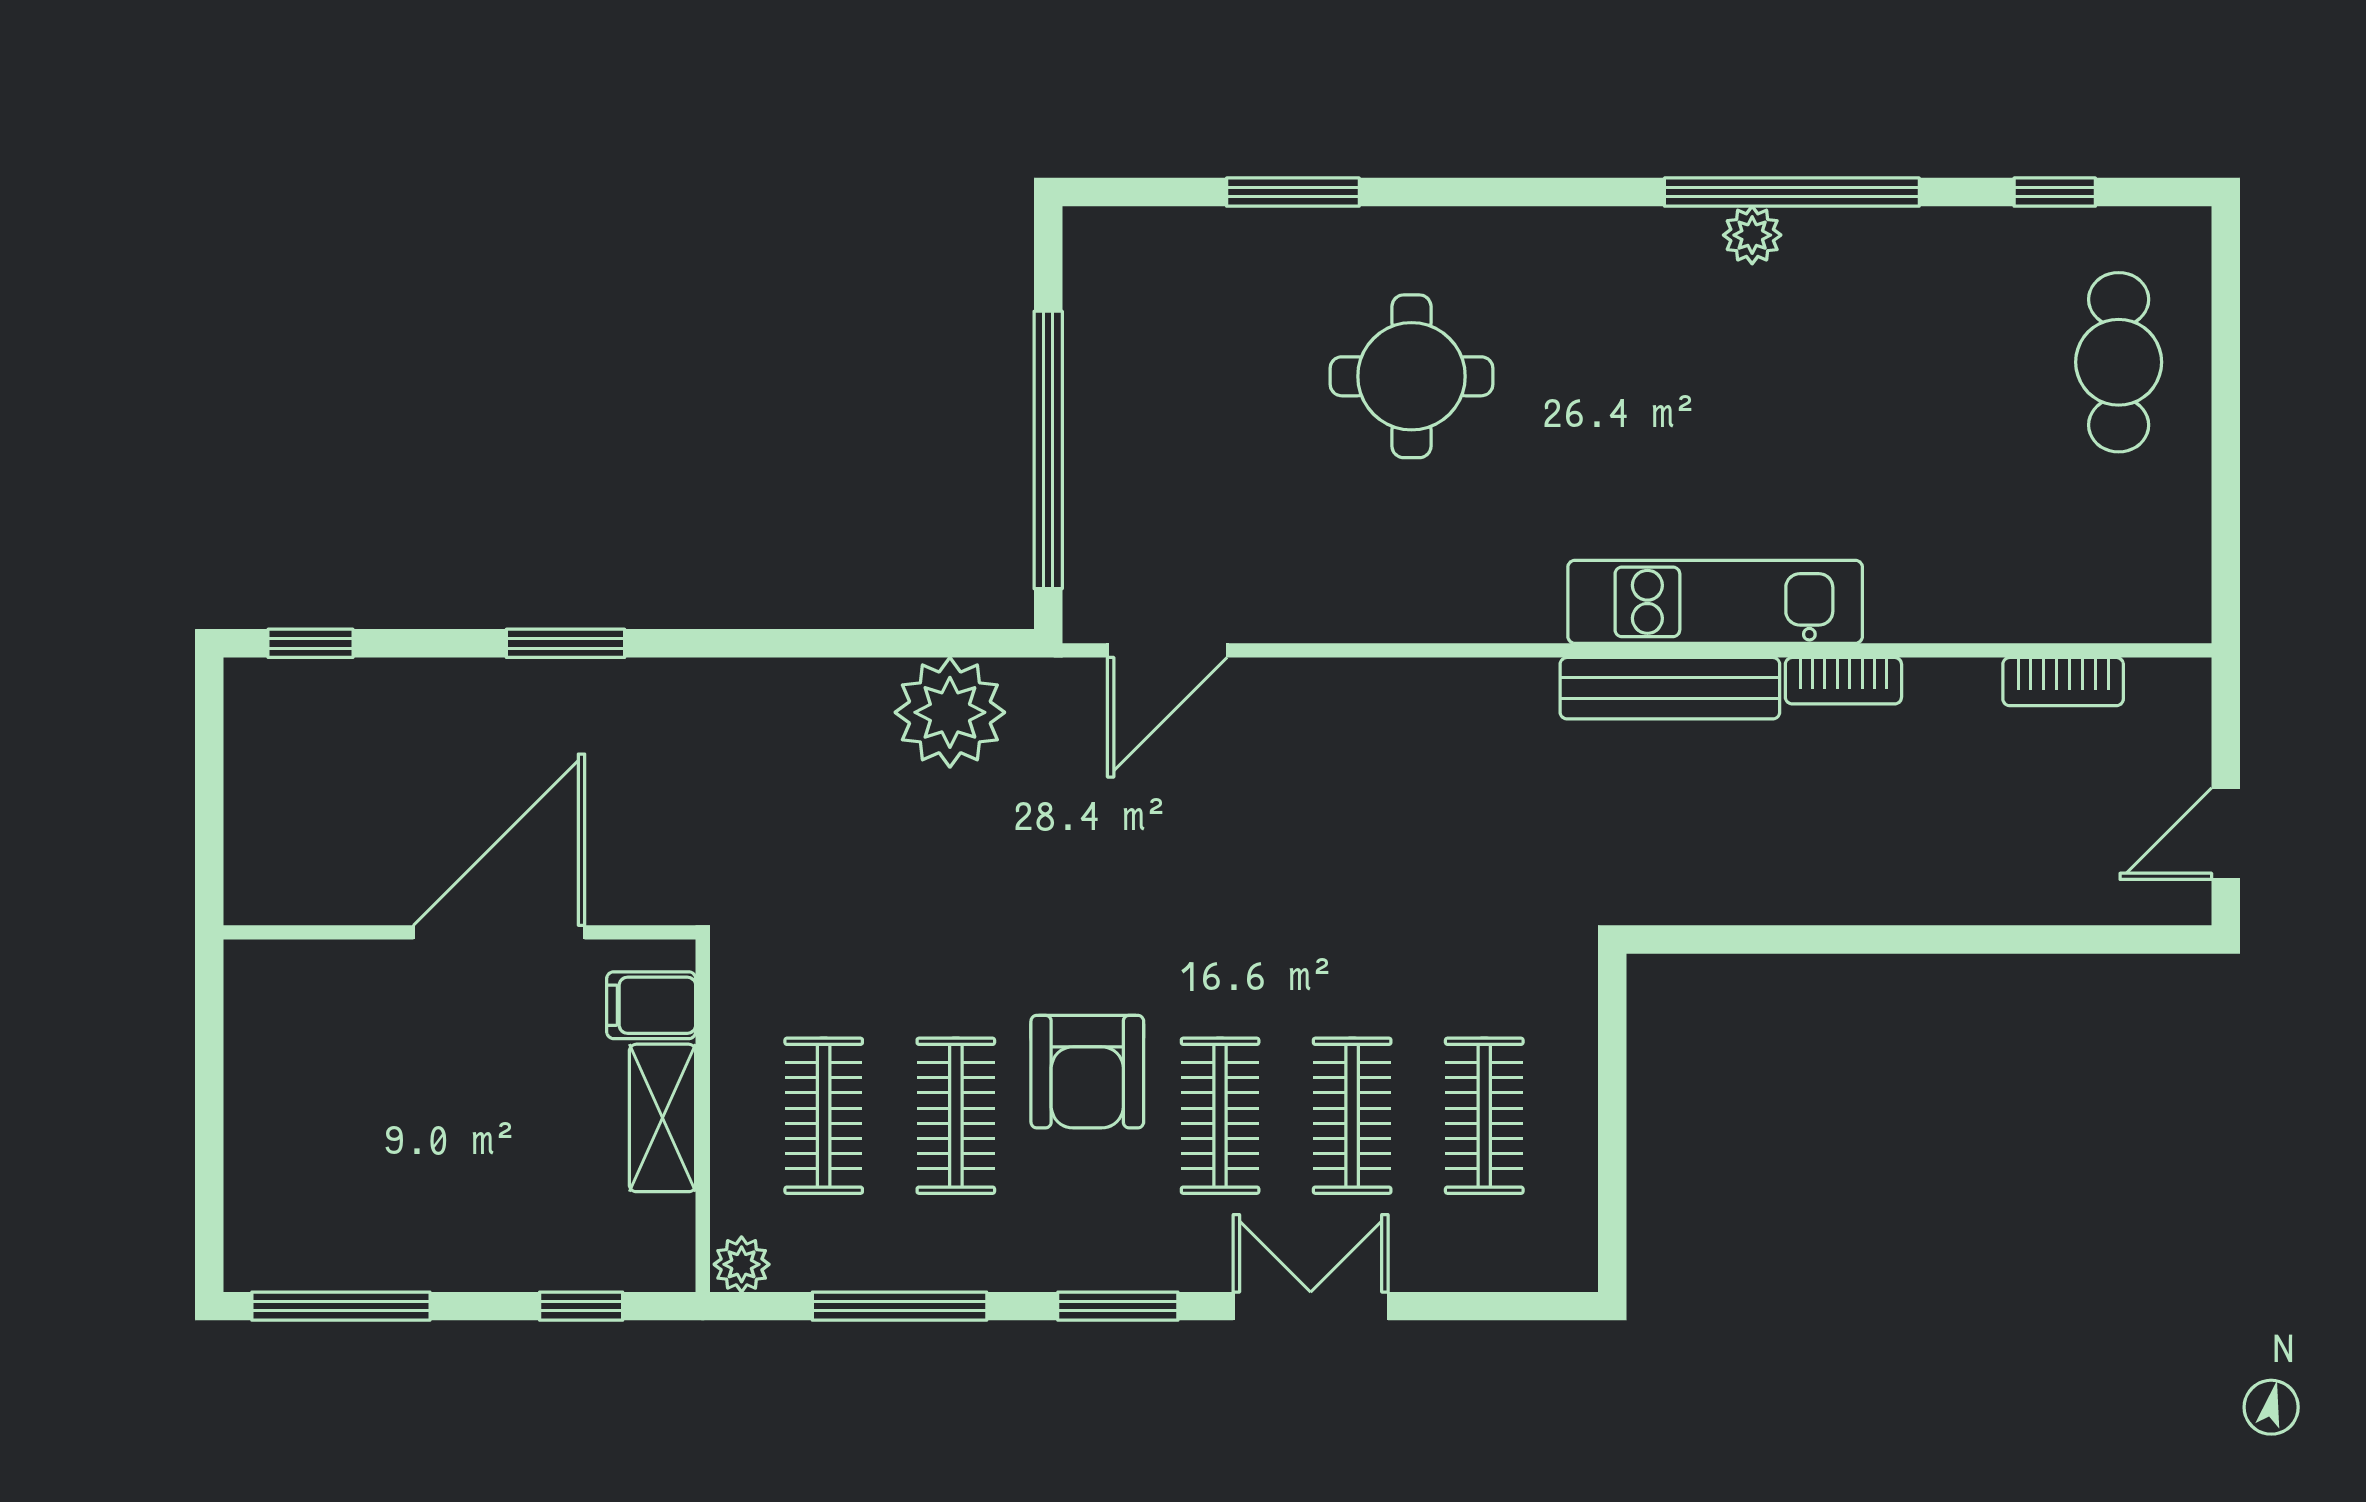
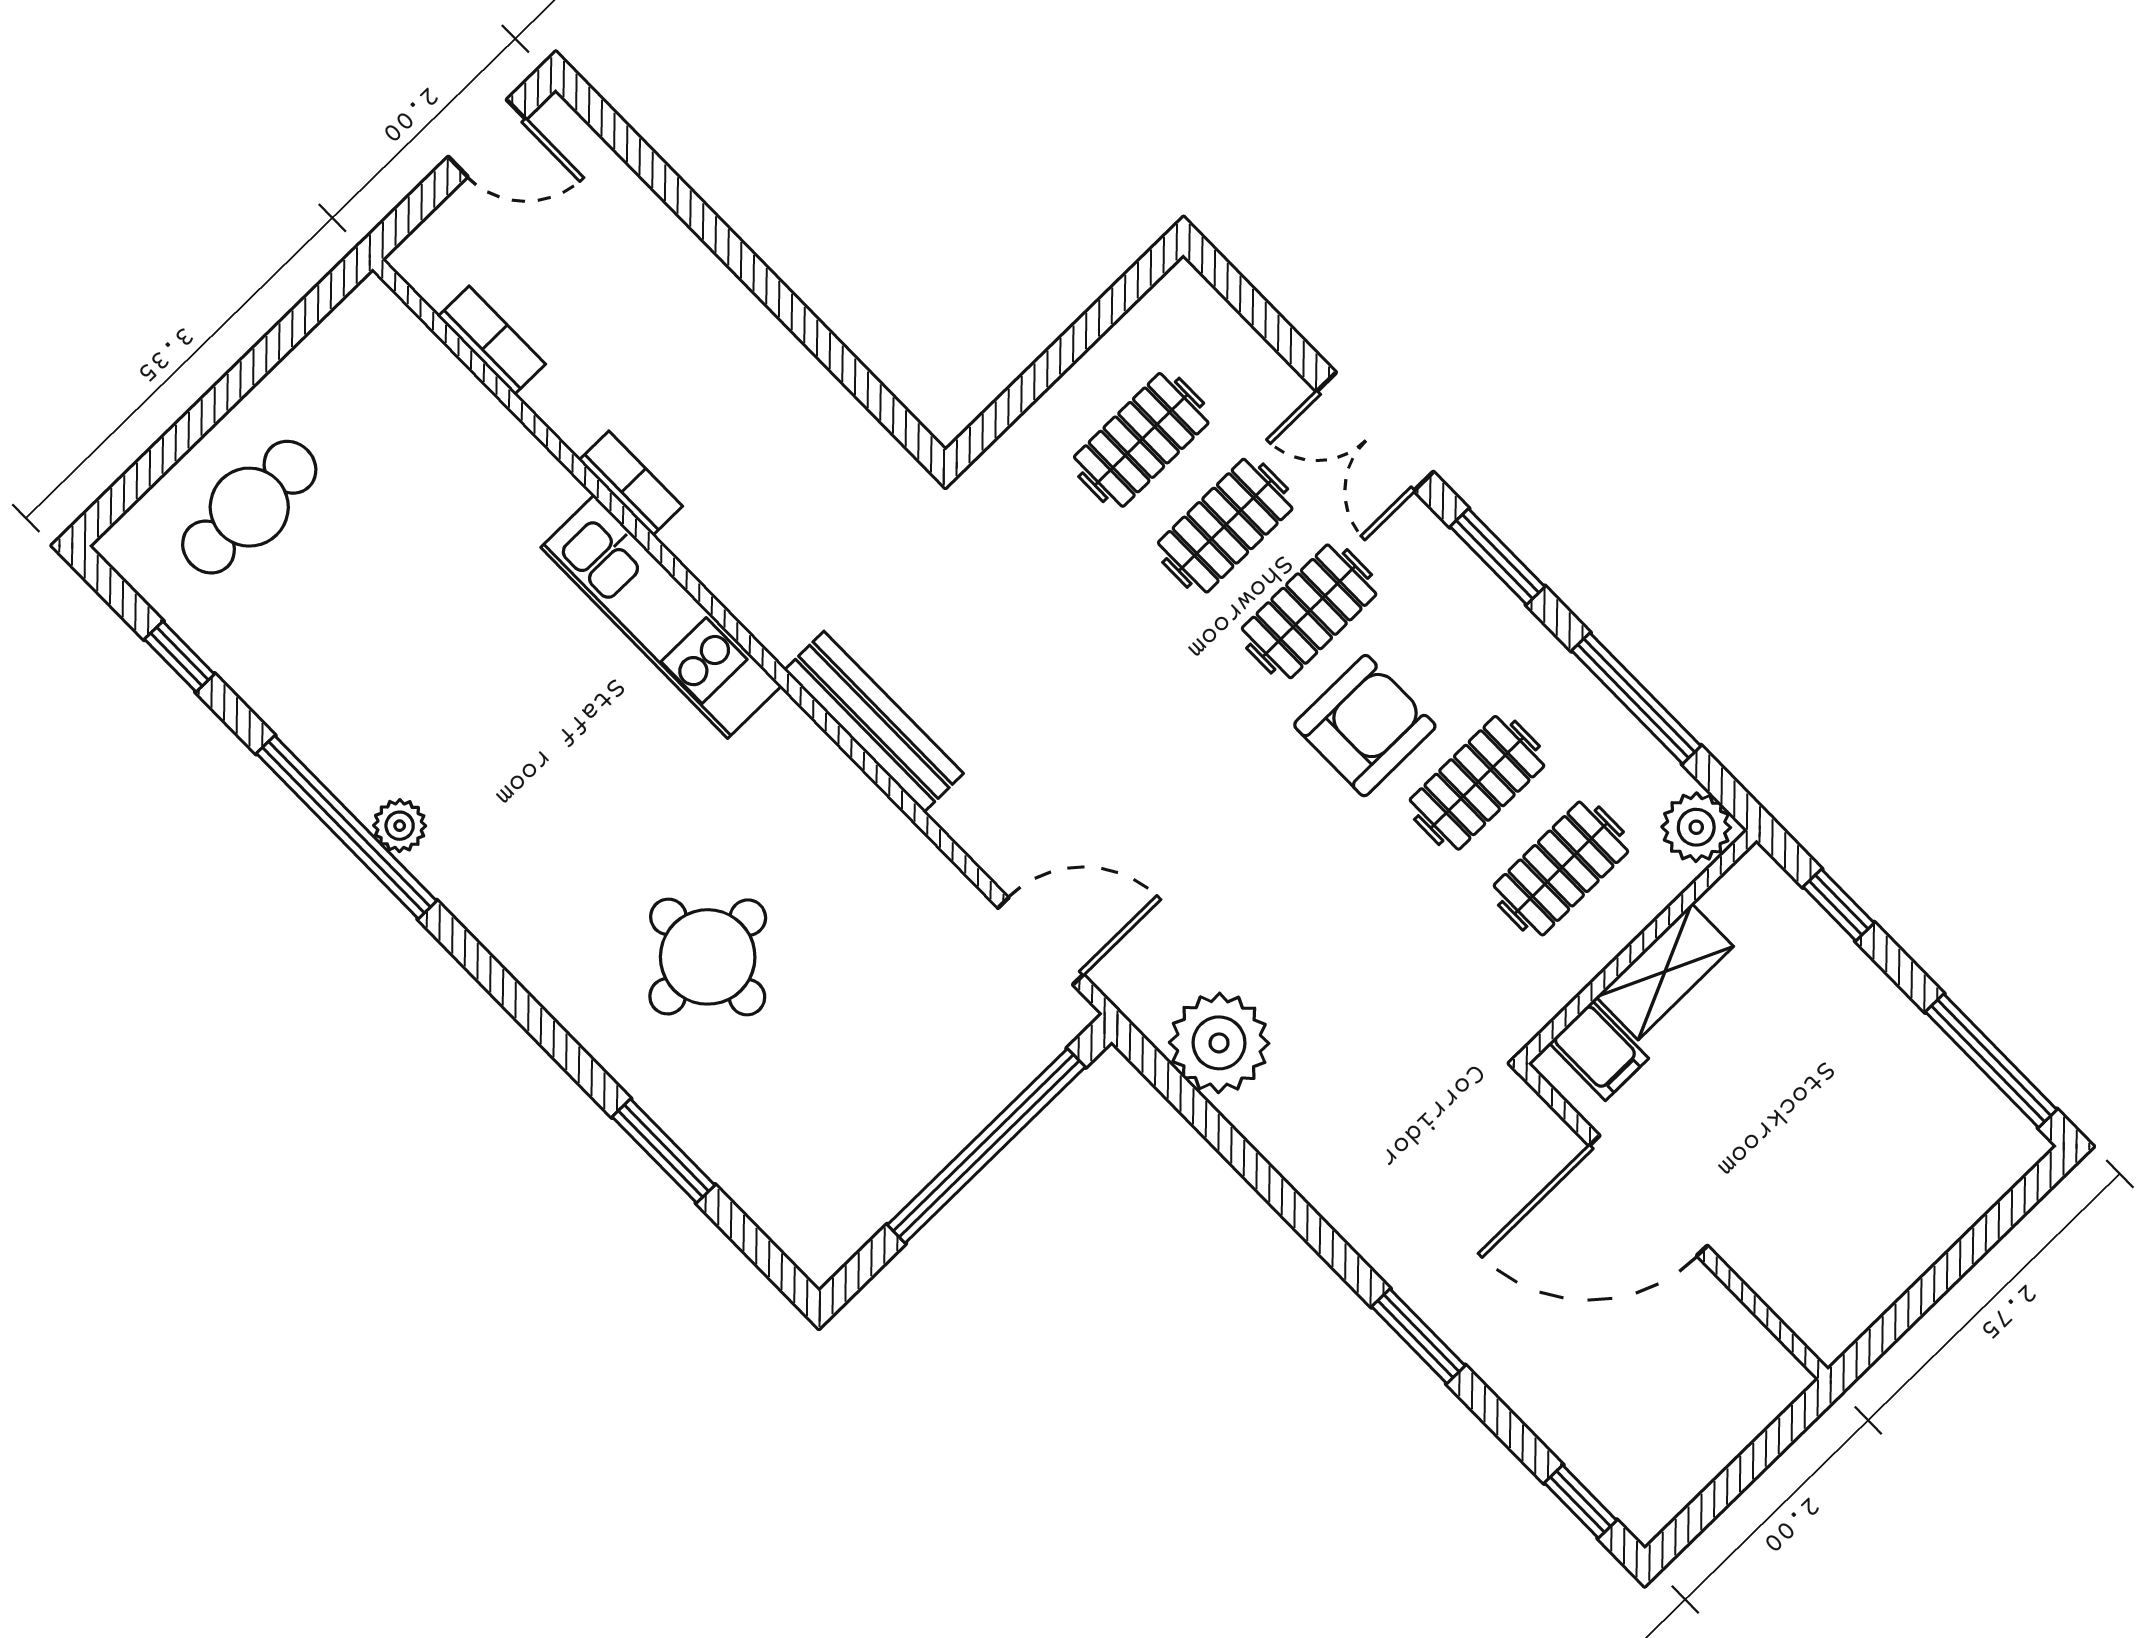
bench: (1670, 688) -> (874, 722), moved
plant: (742, 1264) -> (1696, 827), width x1.38, depth x1.38

